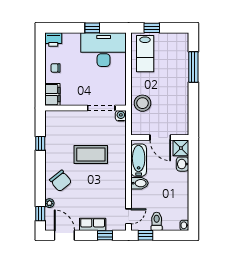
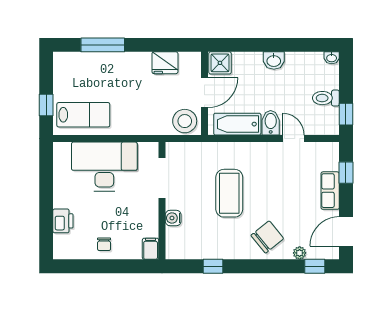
window: (92, 28) -> (46, 191), removed
printer: (53, 40) -> (63, 221), moved
desk: (104, 50) -> (104, 166), moved, turned 90
filing cabinet: (52, 95) -> (151, 249), width x0.50
stool: (143, 103) -> (185, 121), moved
fridge: (181, 110) -> (165, 63), added
water cooler: (121, 116) -> (173, 218), moved
washbasin: (183, 164) -> (274, 61), moved
door: (129, 216) -> (293, 139), moved

